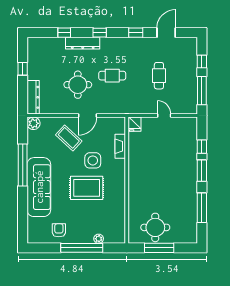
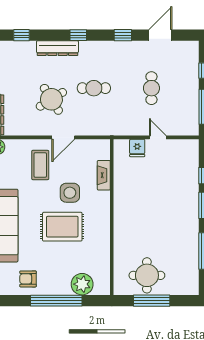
window: (64, 33) -> (21, 35), moved
round table: (78, 85) -> (51, 99), turned -32
fridge: (135, 124) -> (137, 148), moved
coffee table: (69, 138) -> (40, 165), turned 47
armchair: (59, 230) -> (28, 279), turned -90
plant: (99, 239) -> (82, 284), width x1.88, depth x1.88

